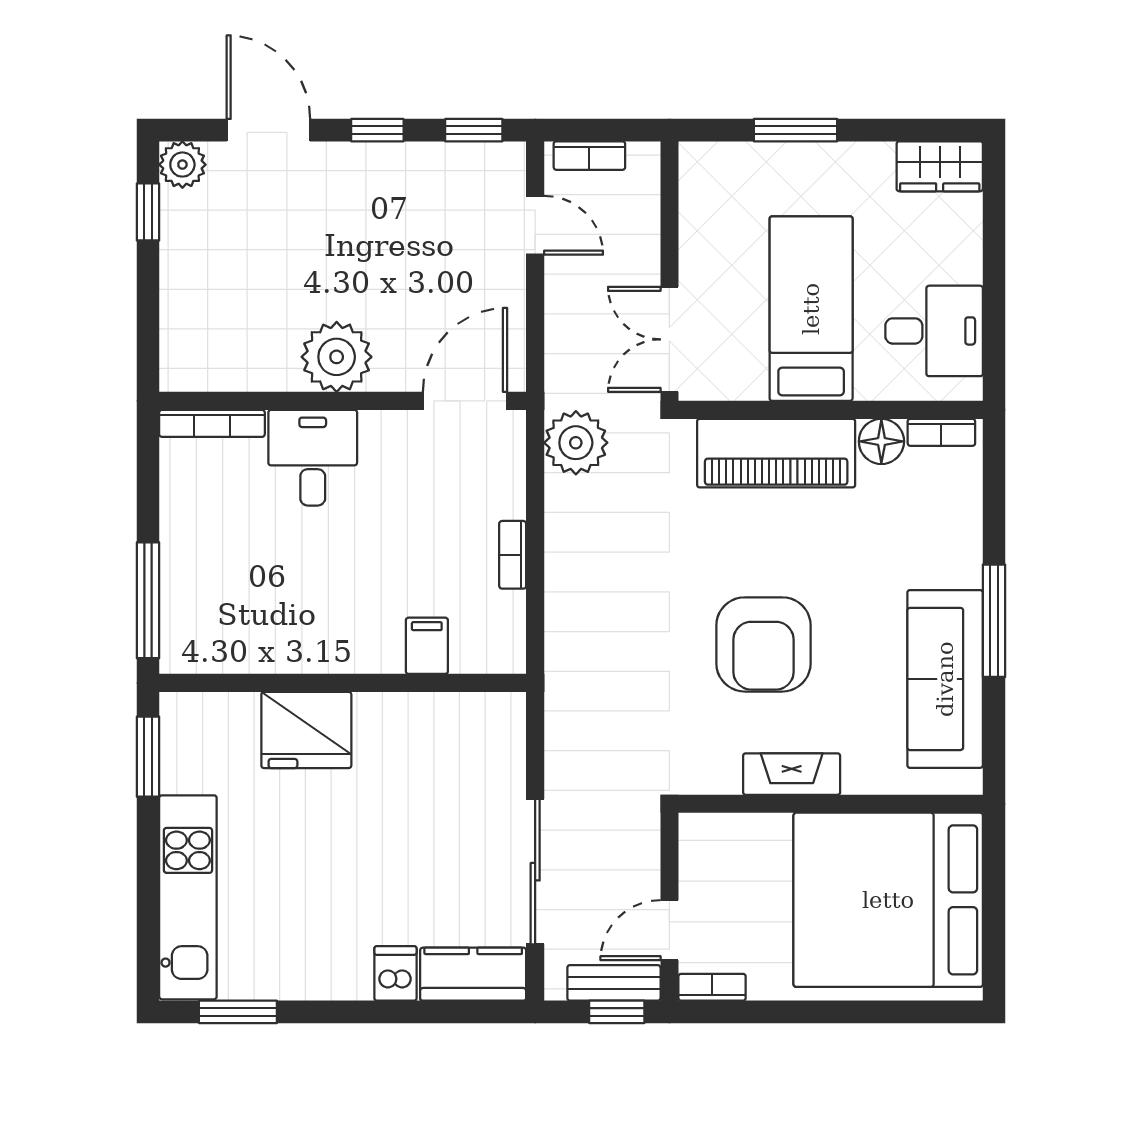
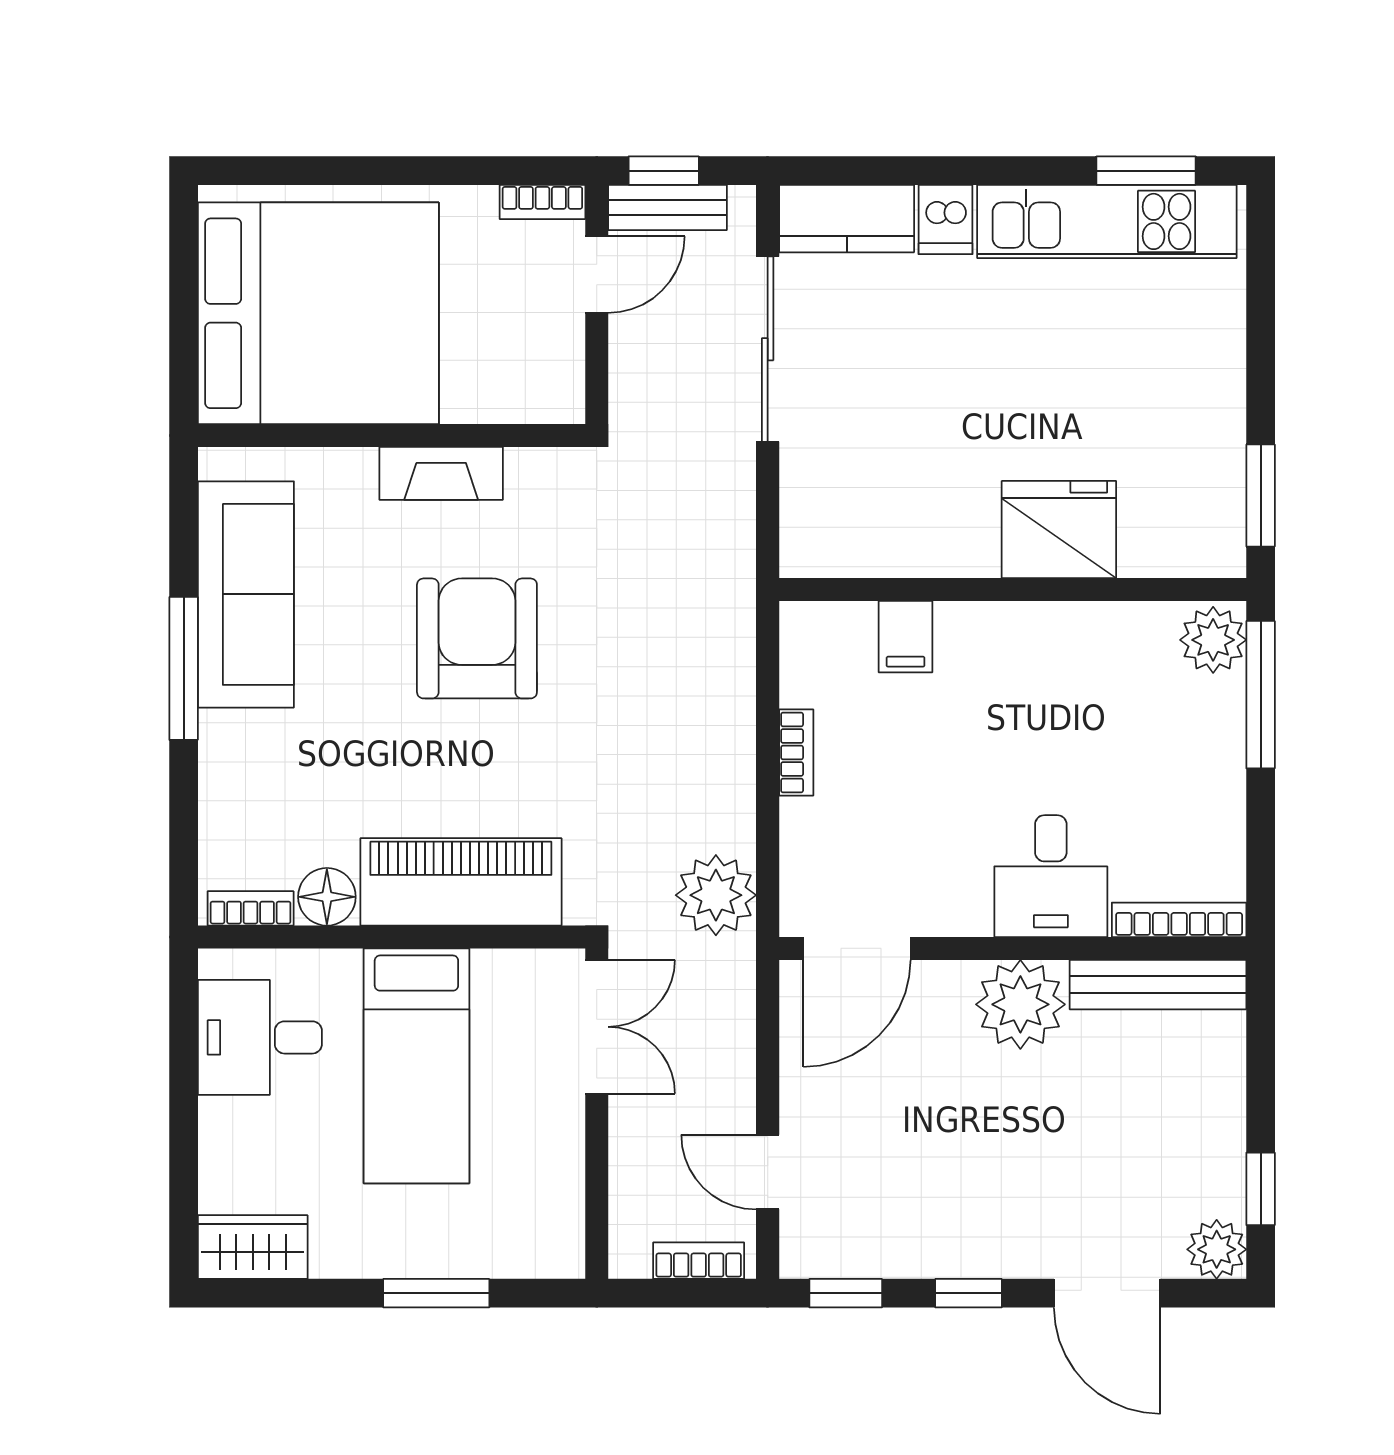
bench: (229, 373) -> (1158, 985), added
plant: (185, 643) -> (1213, 640), added
kitchen unit: (188, 897) -> (1107, 221), moved, turned -90

